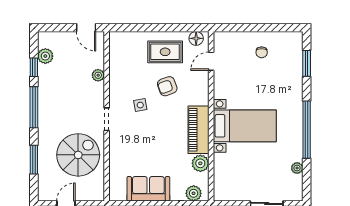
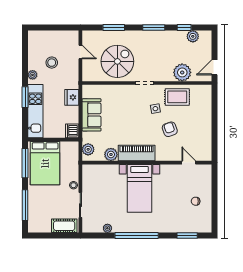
floor lamp: (196, 38) -> (206, 151), removed
rug: (165, 52) -> (177, 97), moved, turned 90
plant: (98, 75) -> (182, 72), width x1.88, depth x1.88
window: (34, 107) -> (154, 28), width x0.69
spiral stairs: (78, 155) -> (117, 61), turned -90

